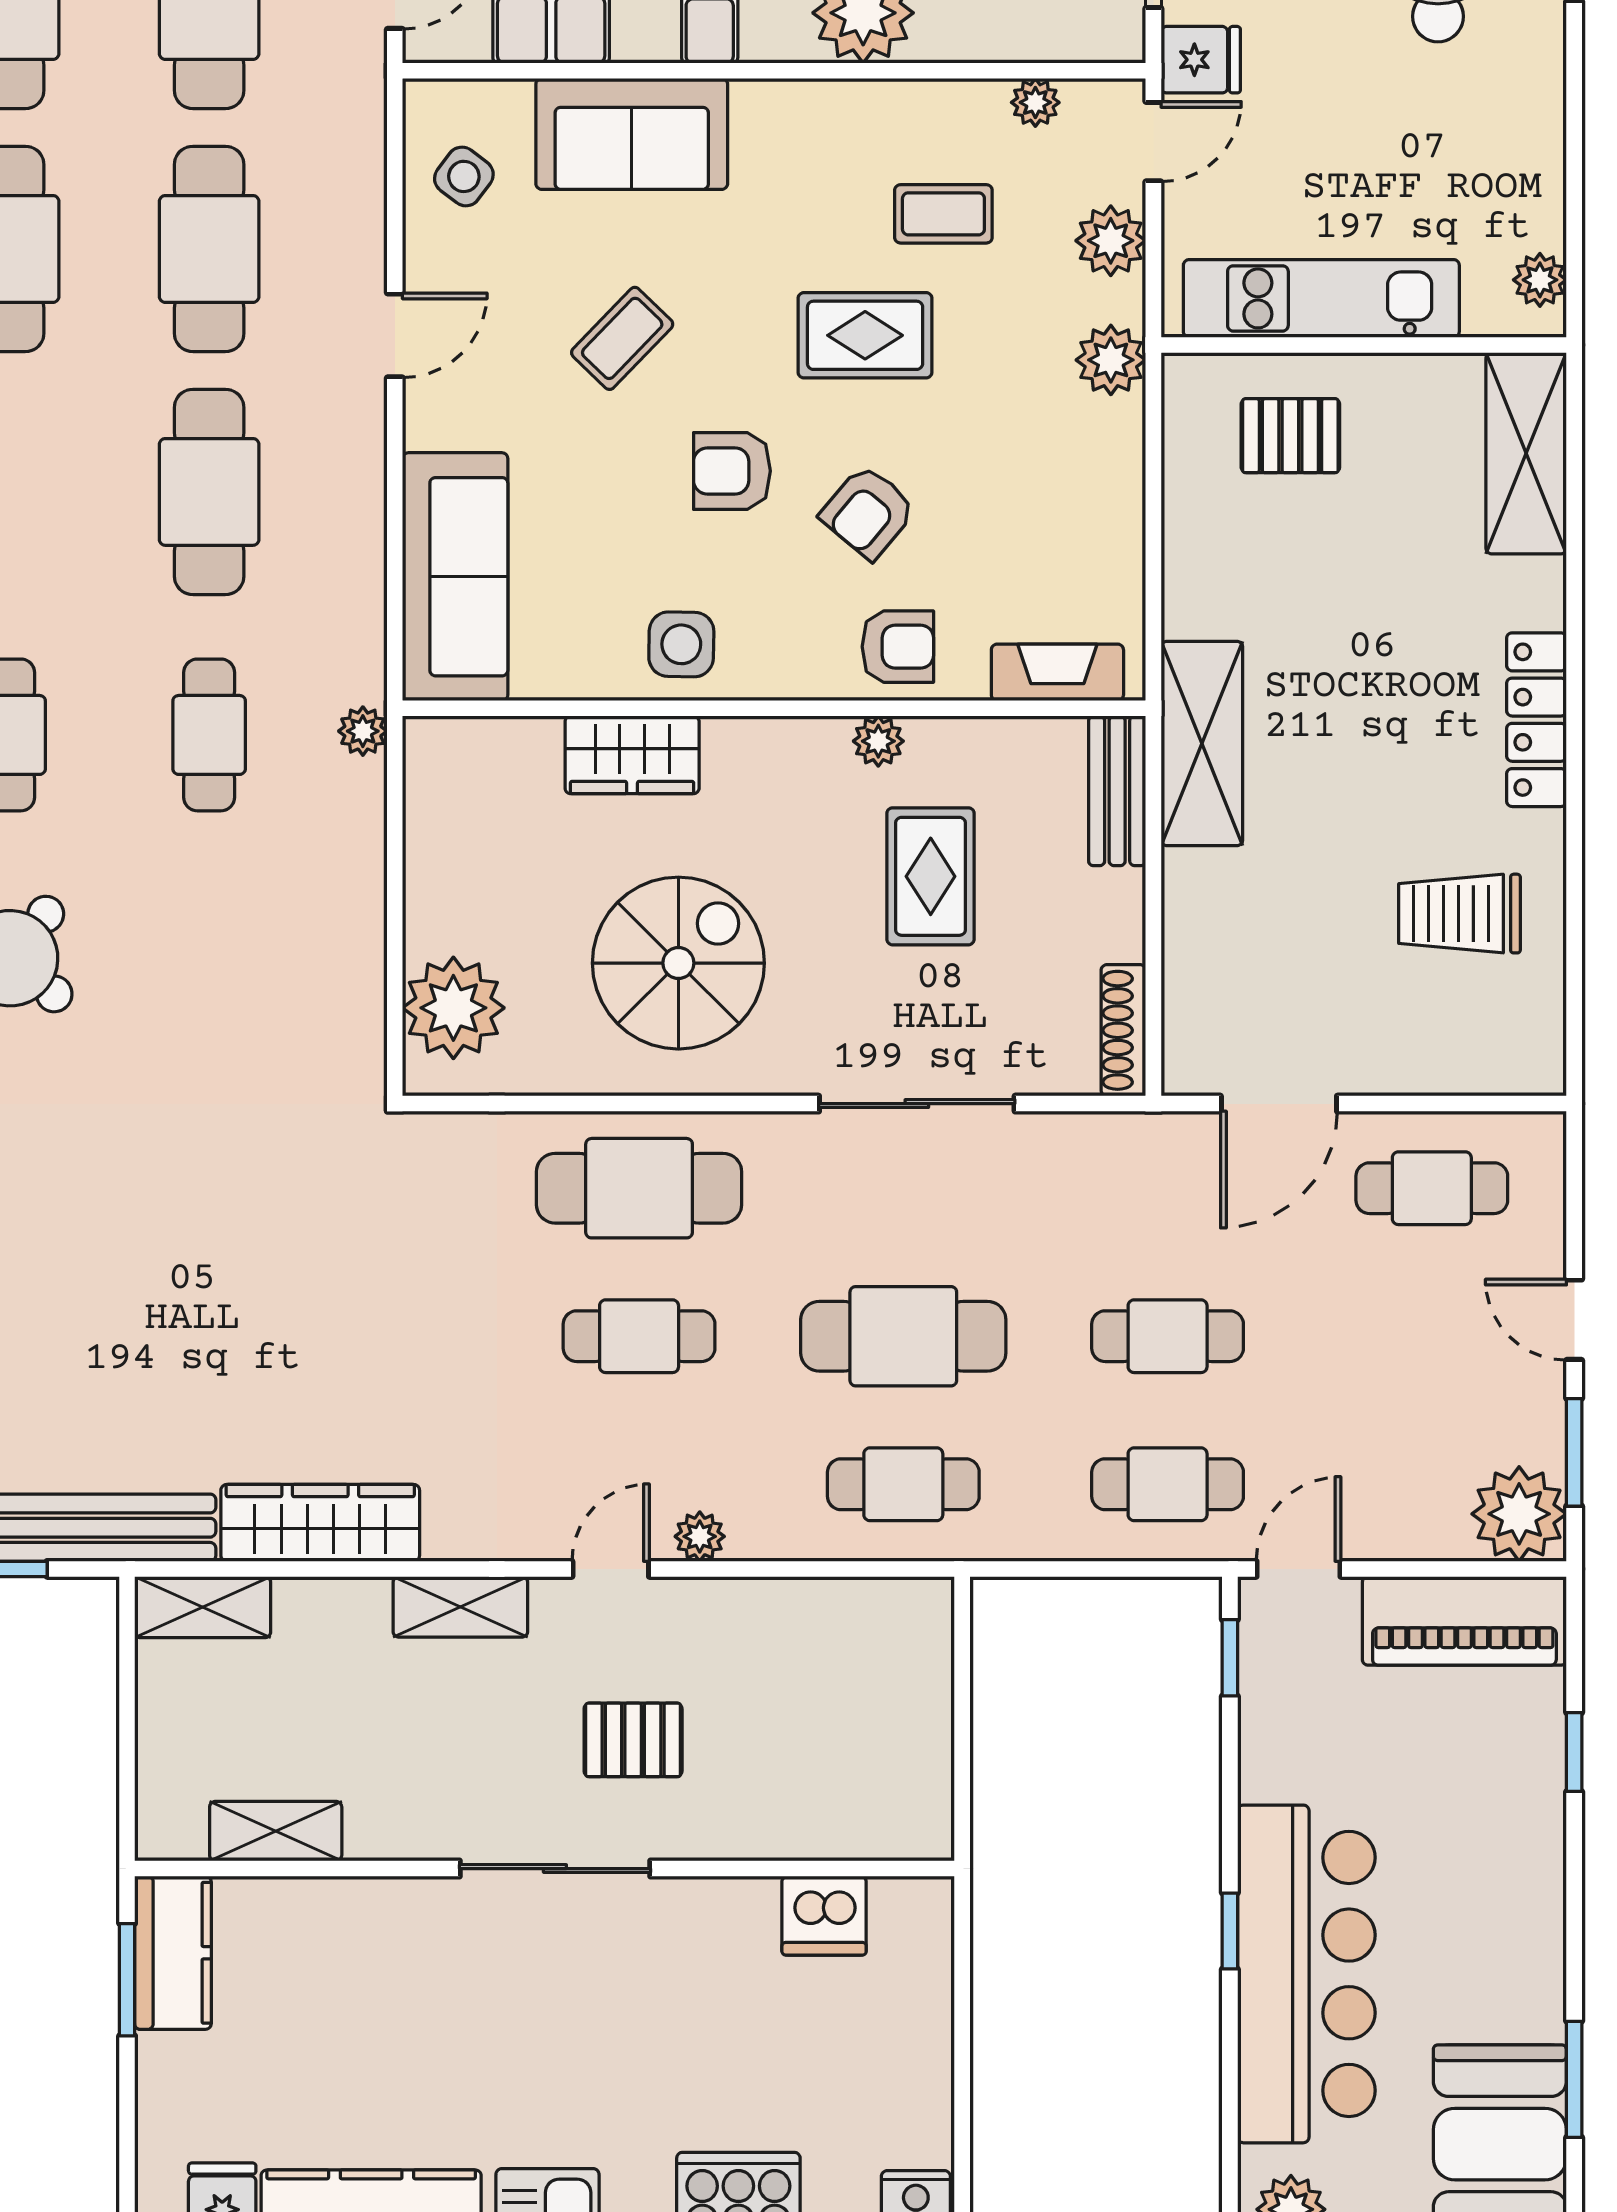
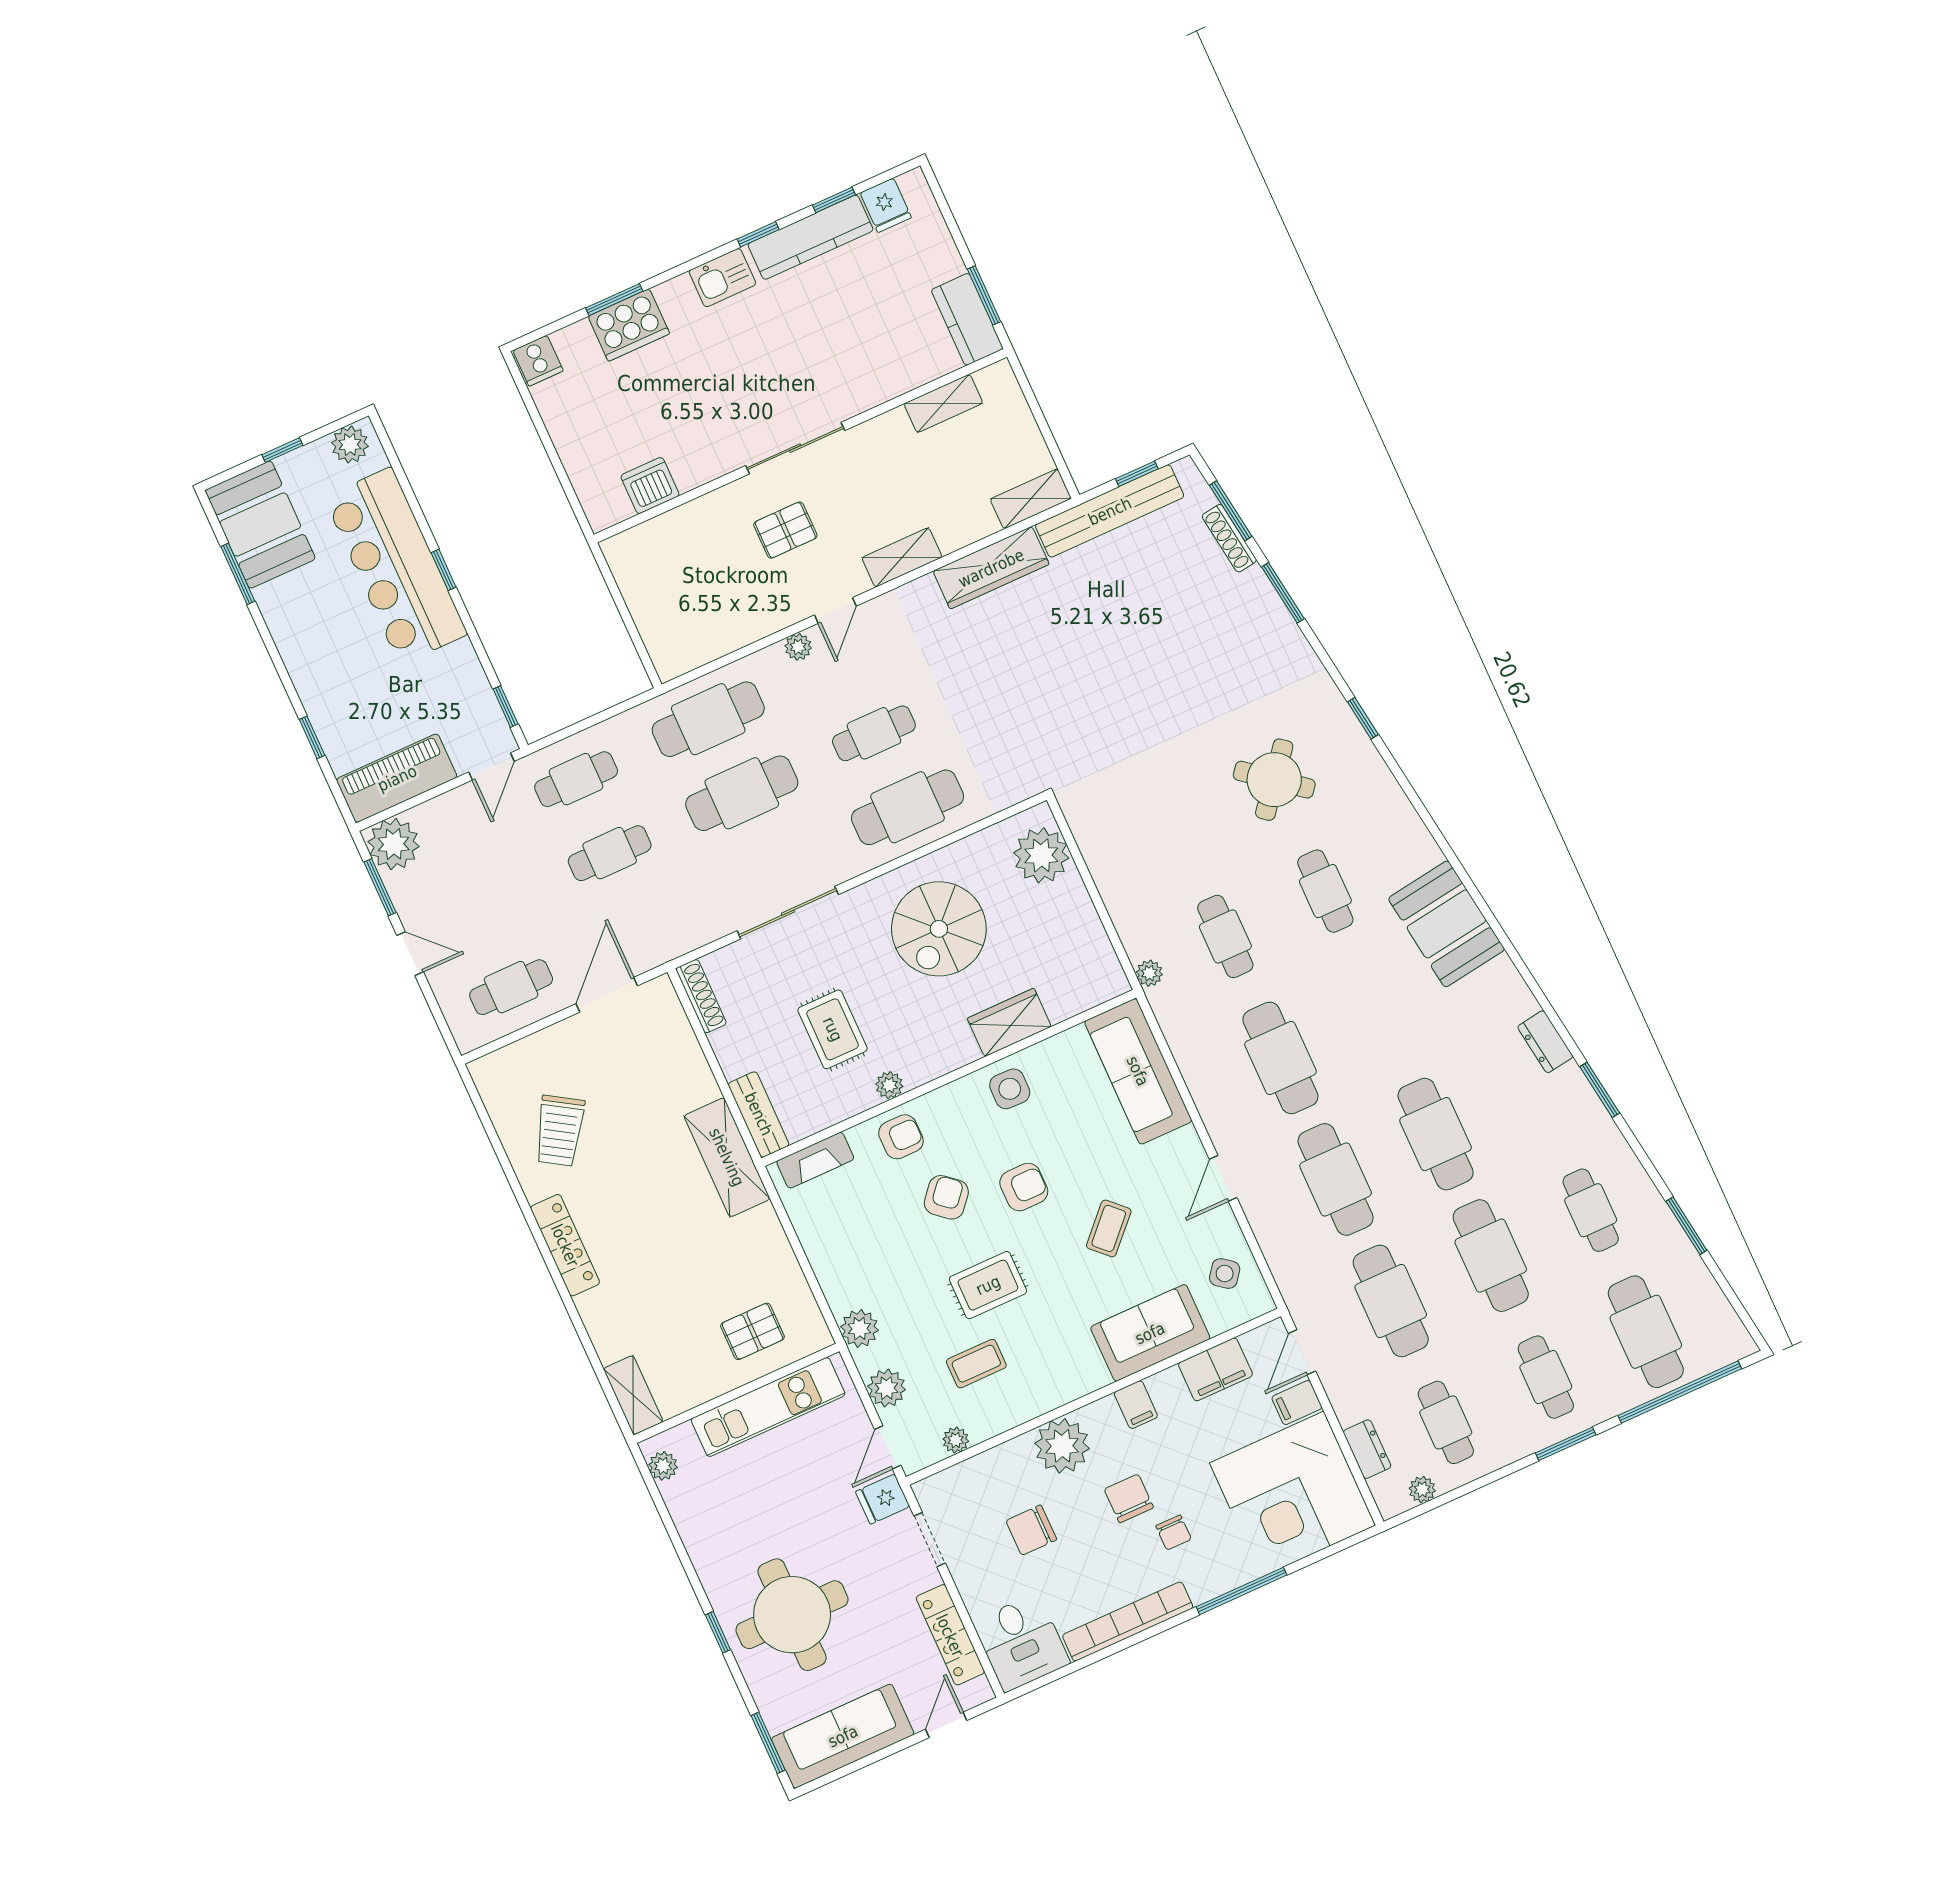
shelving: (1526, 453) -> (633, 1395), width x0.67, depth x0.75
armchair: (898, 647) -> (901, 1137), turned 180
trolley: (1459, 914) -> (560, 1131), turned 122
cafe table: (903, 1484) -> (708, 719), width x1.37, depth x1.35

